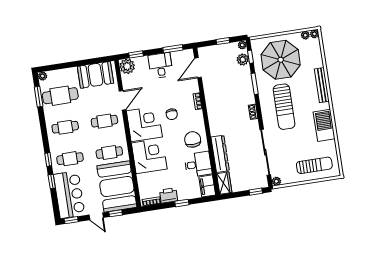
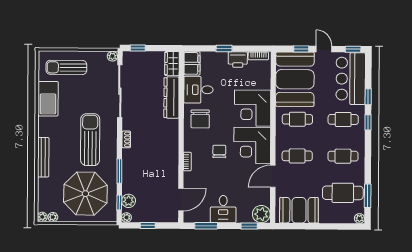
barbecue: (324, 125) -> (48, 99), moved

